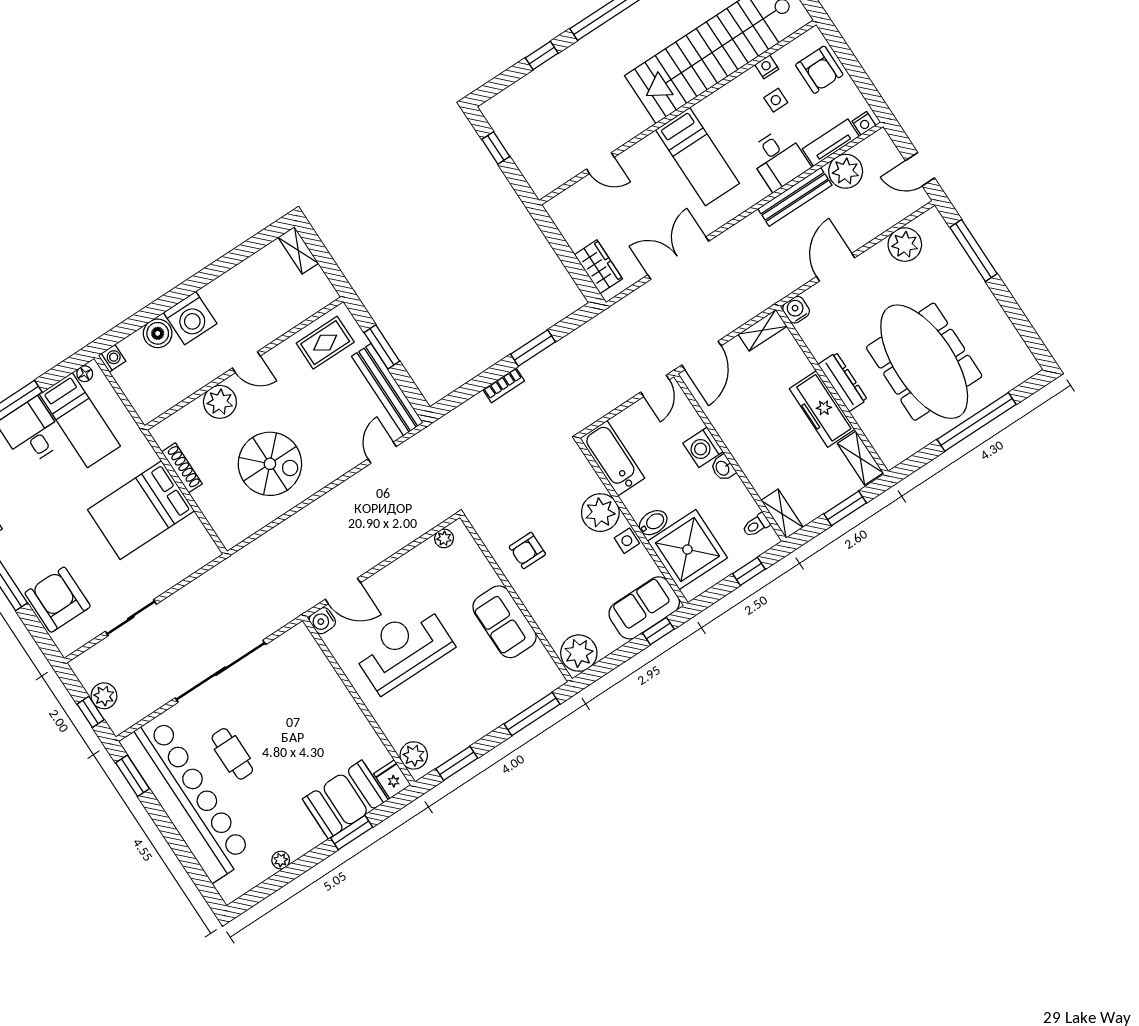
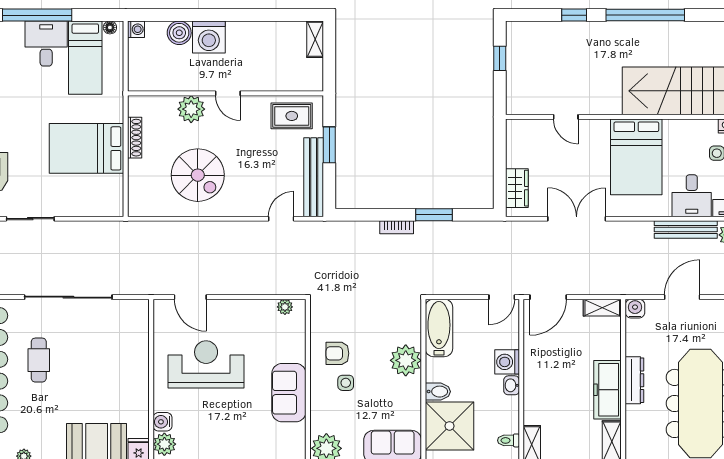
bed: (698, 157) -> (636, 157), width x1.50
side table: (627, 541) -> (346, 383), moved
water cooler: (322, 621) -> (162, 422), moved

